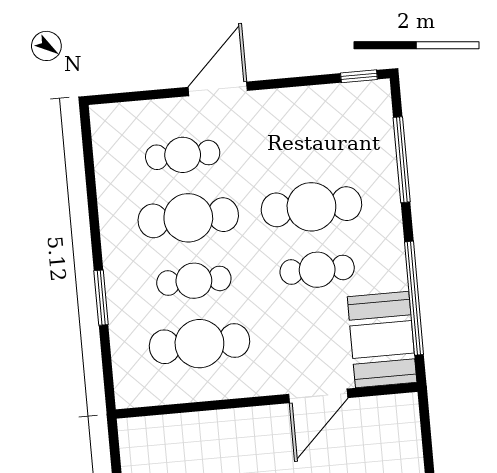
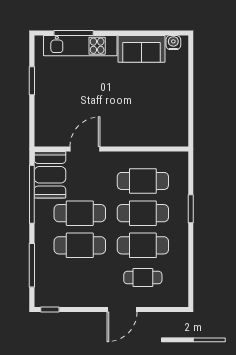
cafe table: (317, 270) -> (80, 213), width x1.37, depth x1.35
cafe table: (194, 281) -> (143, 213), width x1.37, depth x1.35

